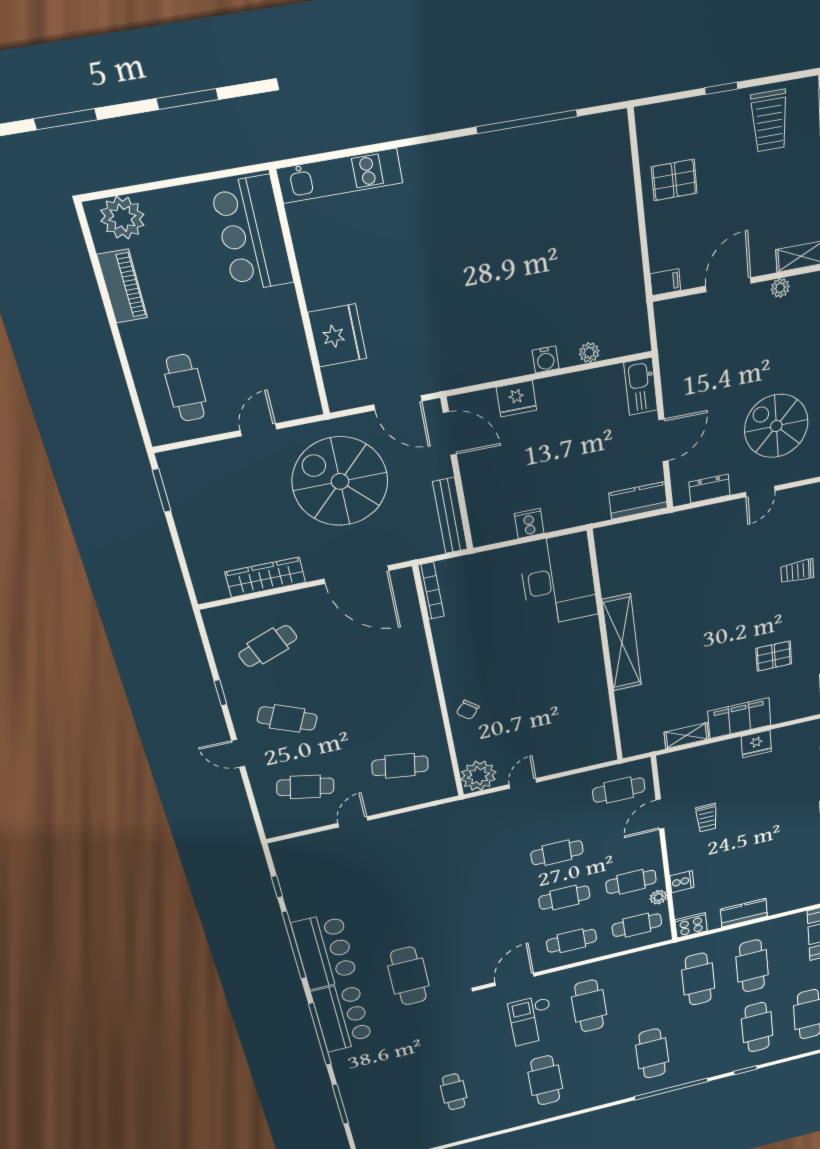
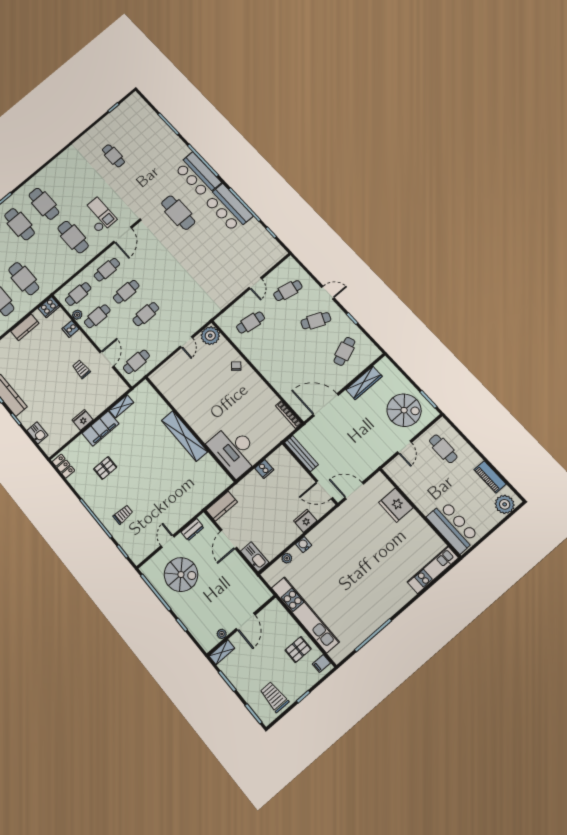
kitchen unit: (622, 235) -> (305, 615), added
filing cabinet: (665, 282) -> (321, 663), moved
spiral stairs: (340, 481) -> (404, 410), moved, width x0.73, depth x0.73
cafe table: (545, 1080) -> (44, 204), moved

